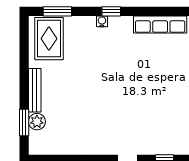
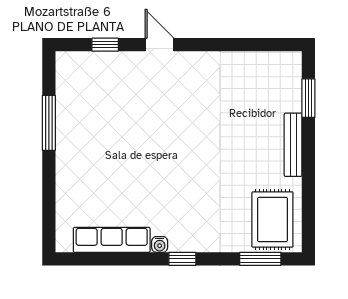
water cooler: (102, 21) -> (160, 244), moved
plant: (37, 122) -> (290, 99), removed

